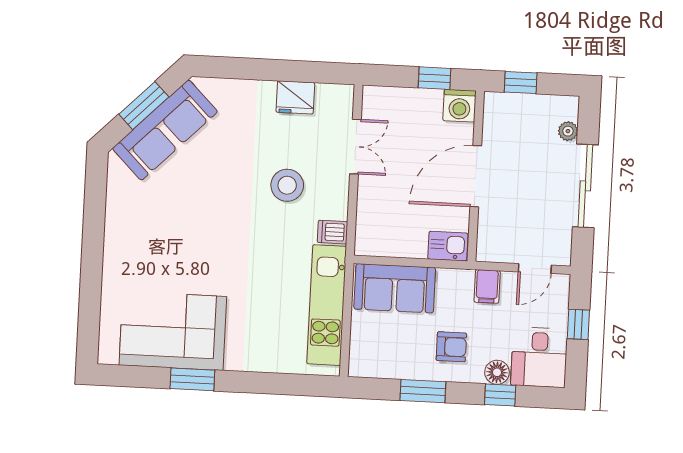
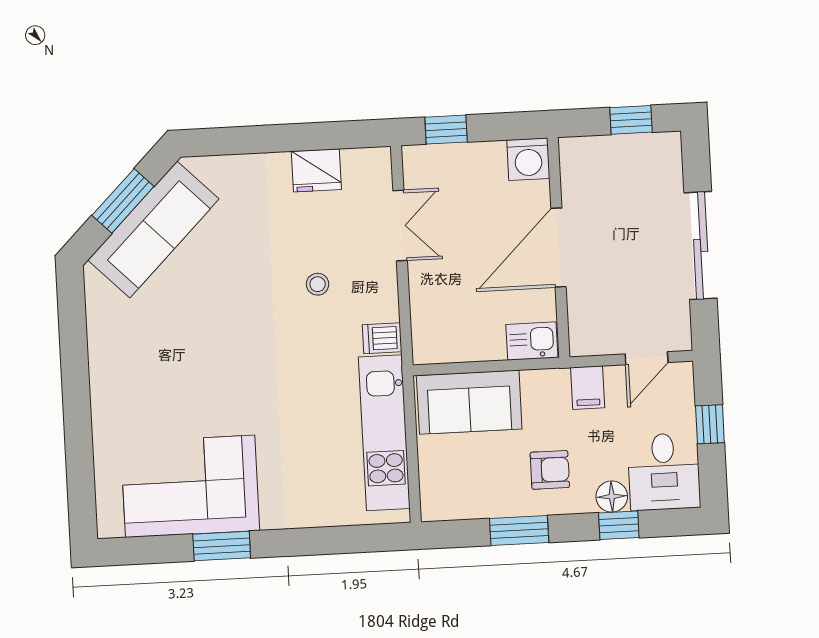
window: (434, 78) -> (446, 130), moved
window: (521, 82) -> (631, 120), moved
plant: (568, 131) -> (671, 177), removed
stool: (287, 185) -> (318, 284), width x0.53, depth x0.53

